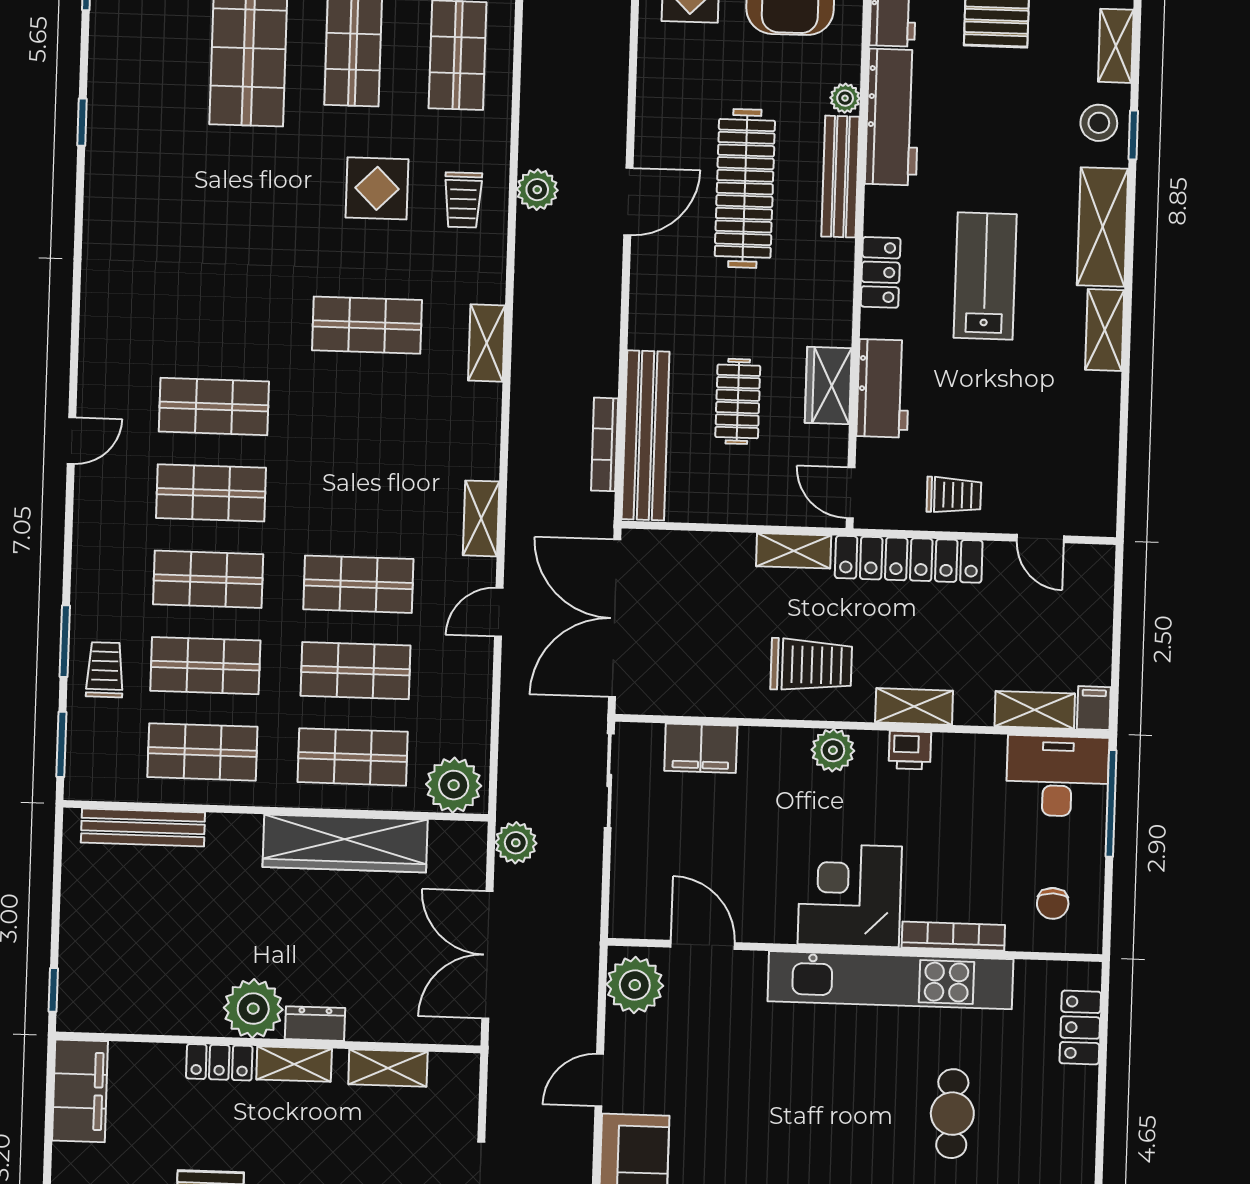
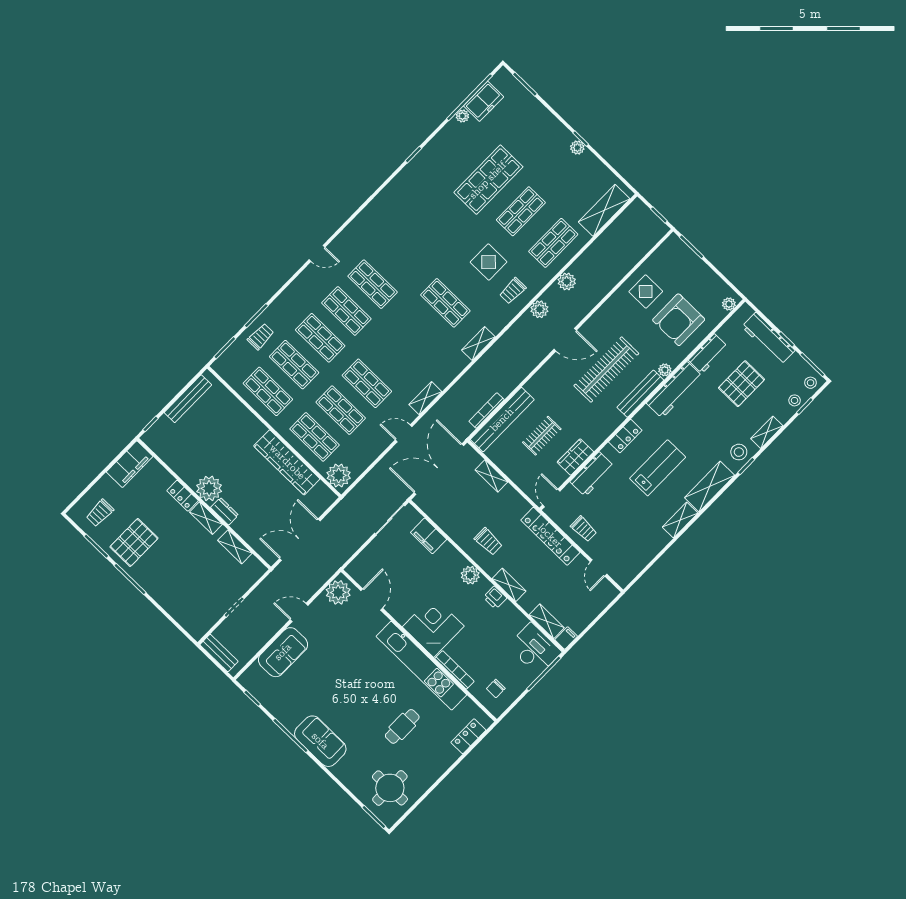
shelving: (794, 551) -> (491, 476), moved
trolley: (811, 665) -> (488, 542), width x0.73, depth x0.72
bench: (143, 828) -> (188, 399), moved, turned 90
plant: (516, 843) -> (567, 281), moved

